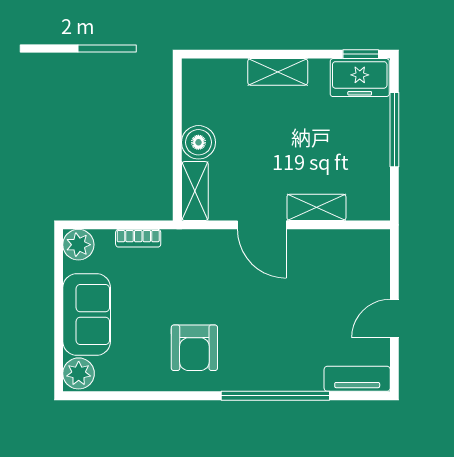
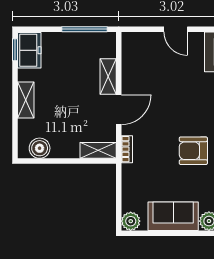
window: (394, 130) -> (84, 29), moved
boiler: (198, 142) -> (40, 148), moved
bookcase: (138, 238) -> (127, 149), moved
armchair: (194, 348) -> (193, 151), turned 180

